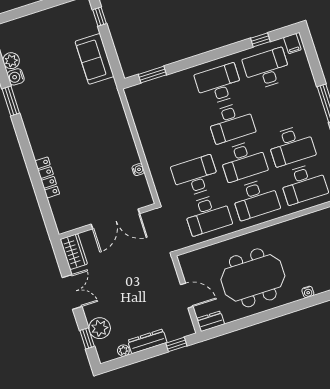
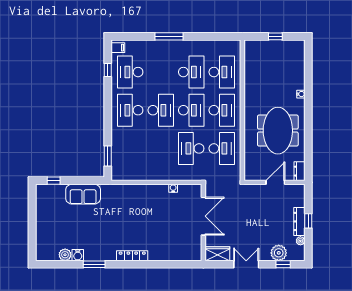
locker: (47, 177) -> (132, 256), moved
window: (176, 344) -> (308, 221), moved

